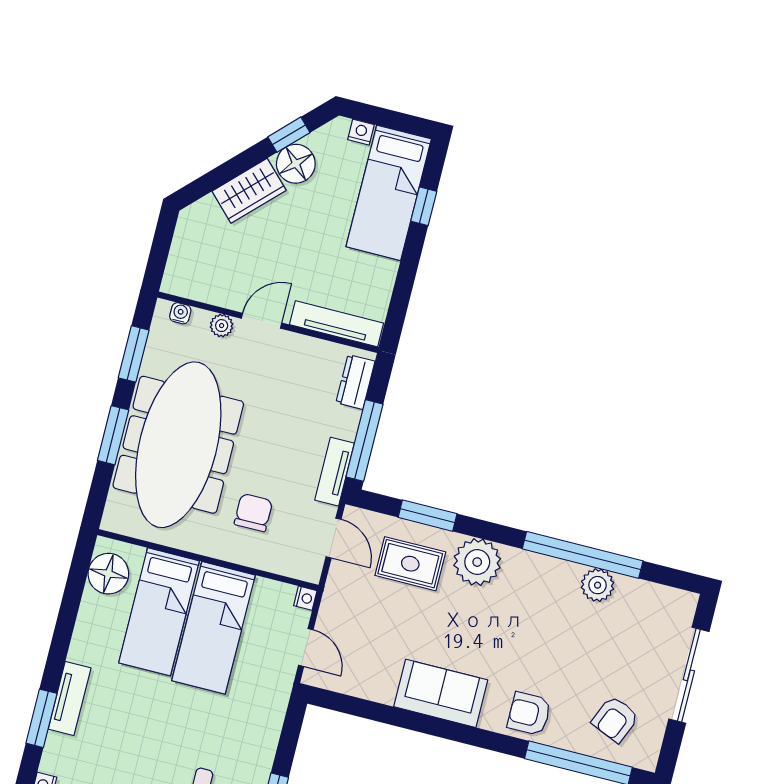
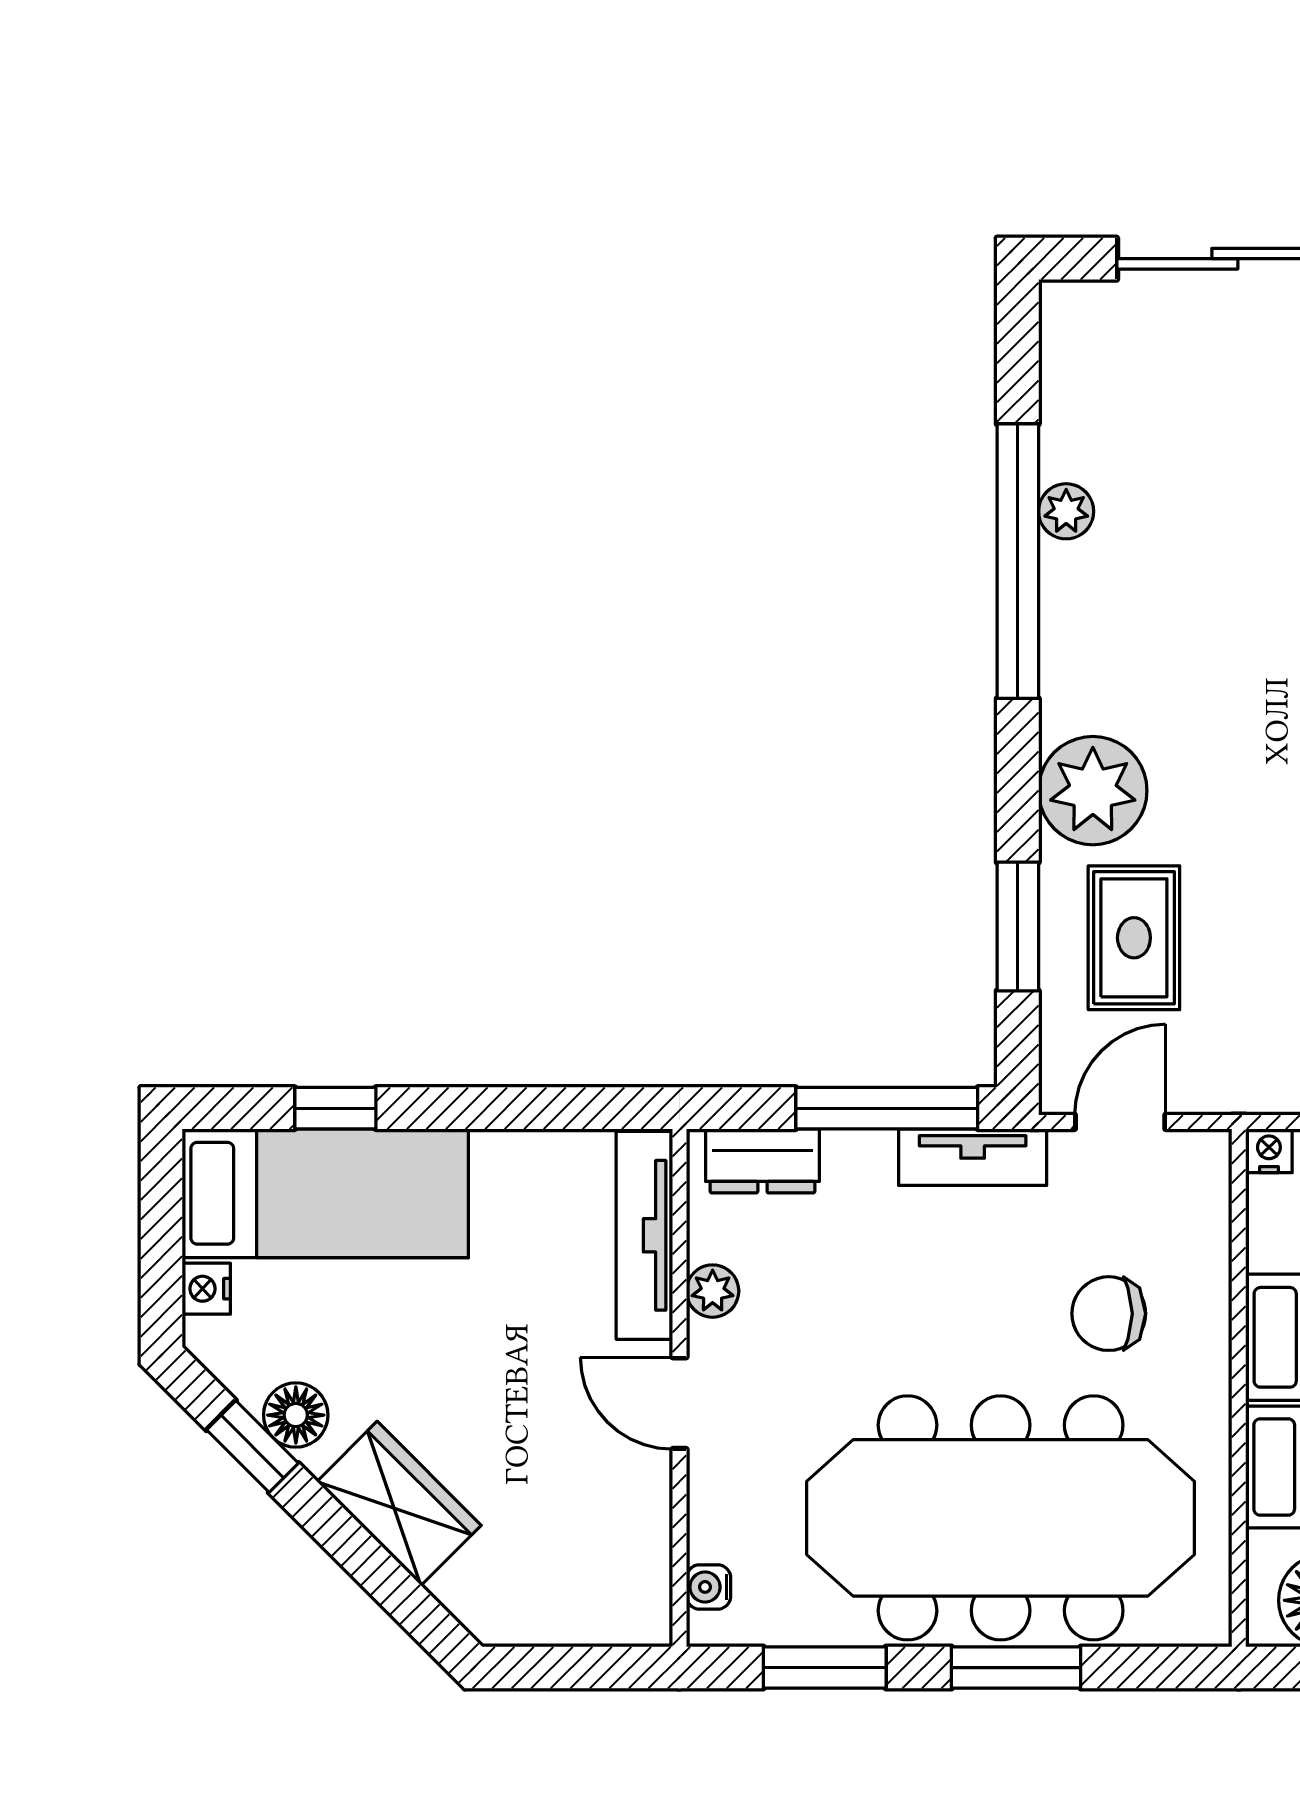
floor lamp: (296, 164) -> (296, 1415), width x0.73, depth x0.73
plant: (222, 326) -> (713, 1291), moved
plant: (598, 585) -> (1066, 511), width x0.73, depth x0.73

